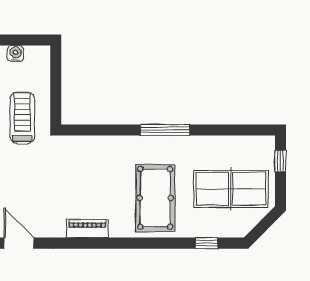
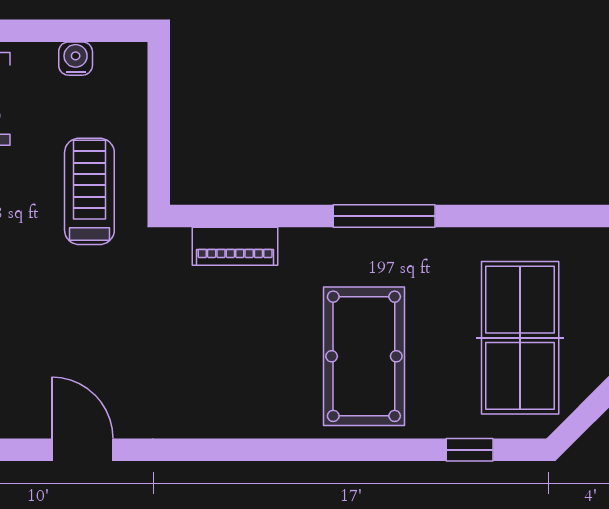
table tennis table: (231, 189) -> (520, 338), turned 90
piano: (87, 229) -> (235, 246), moved, turned 180

